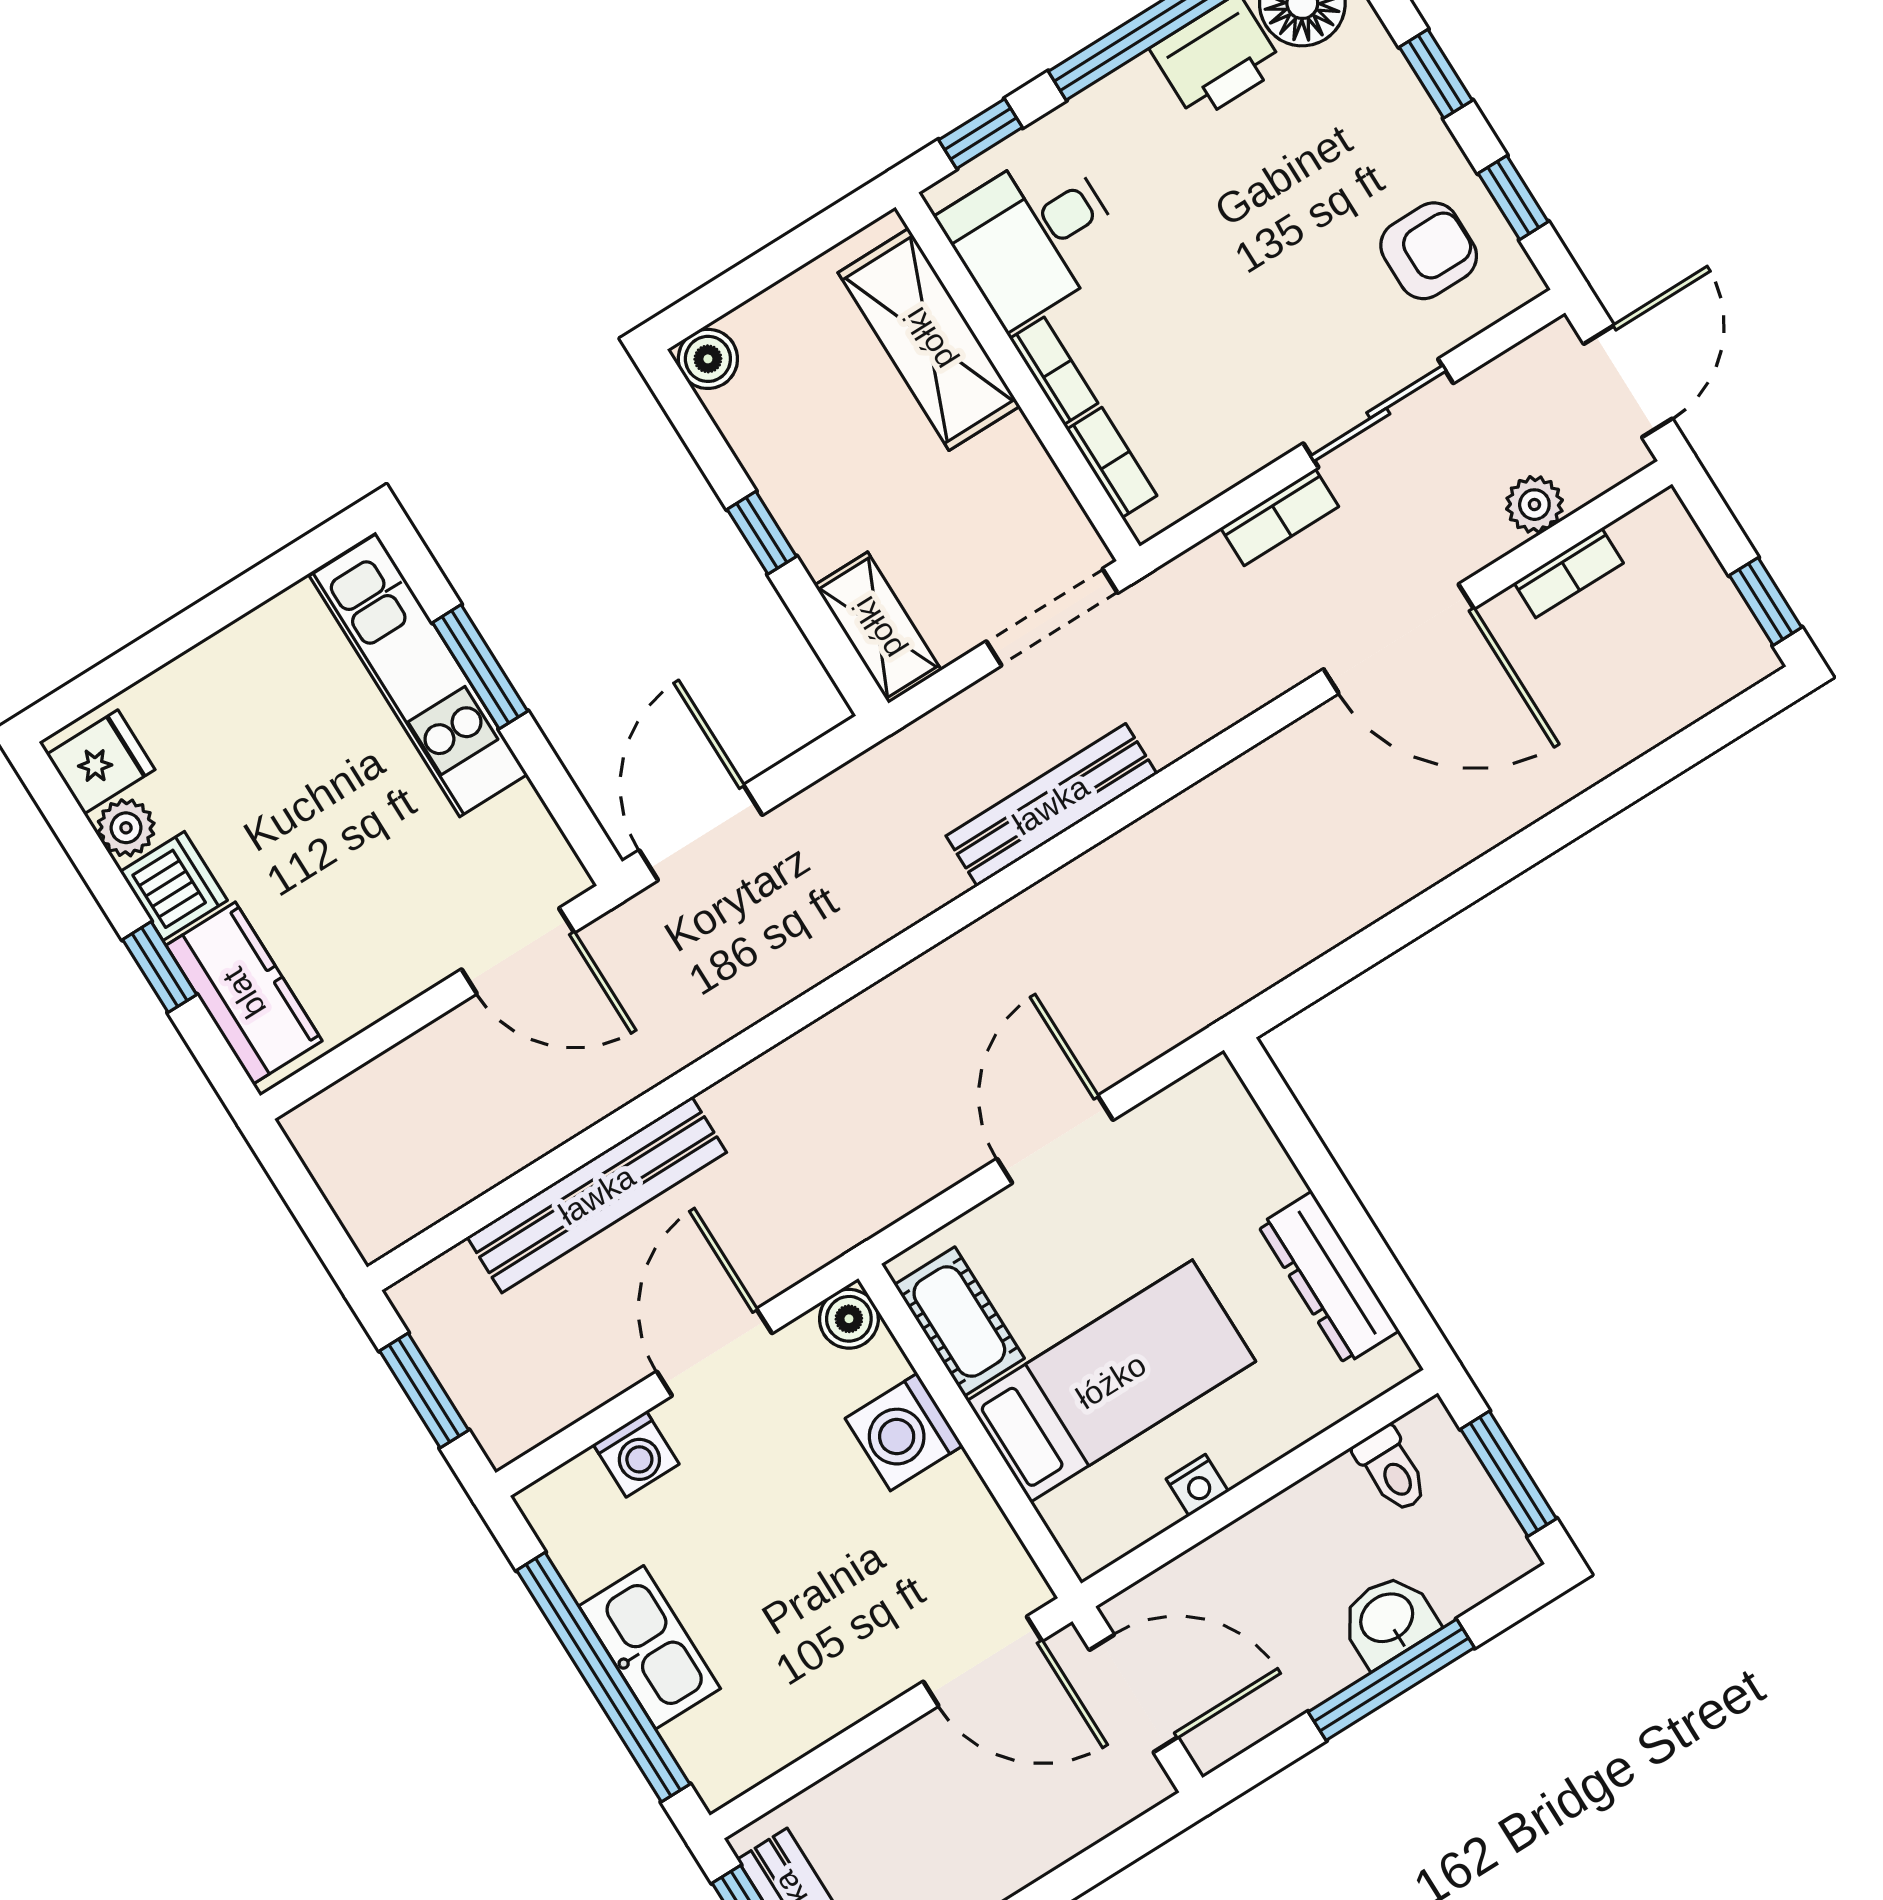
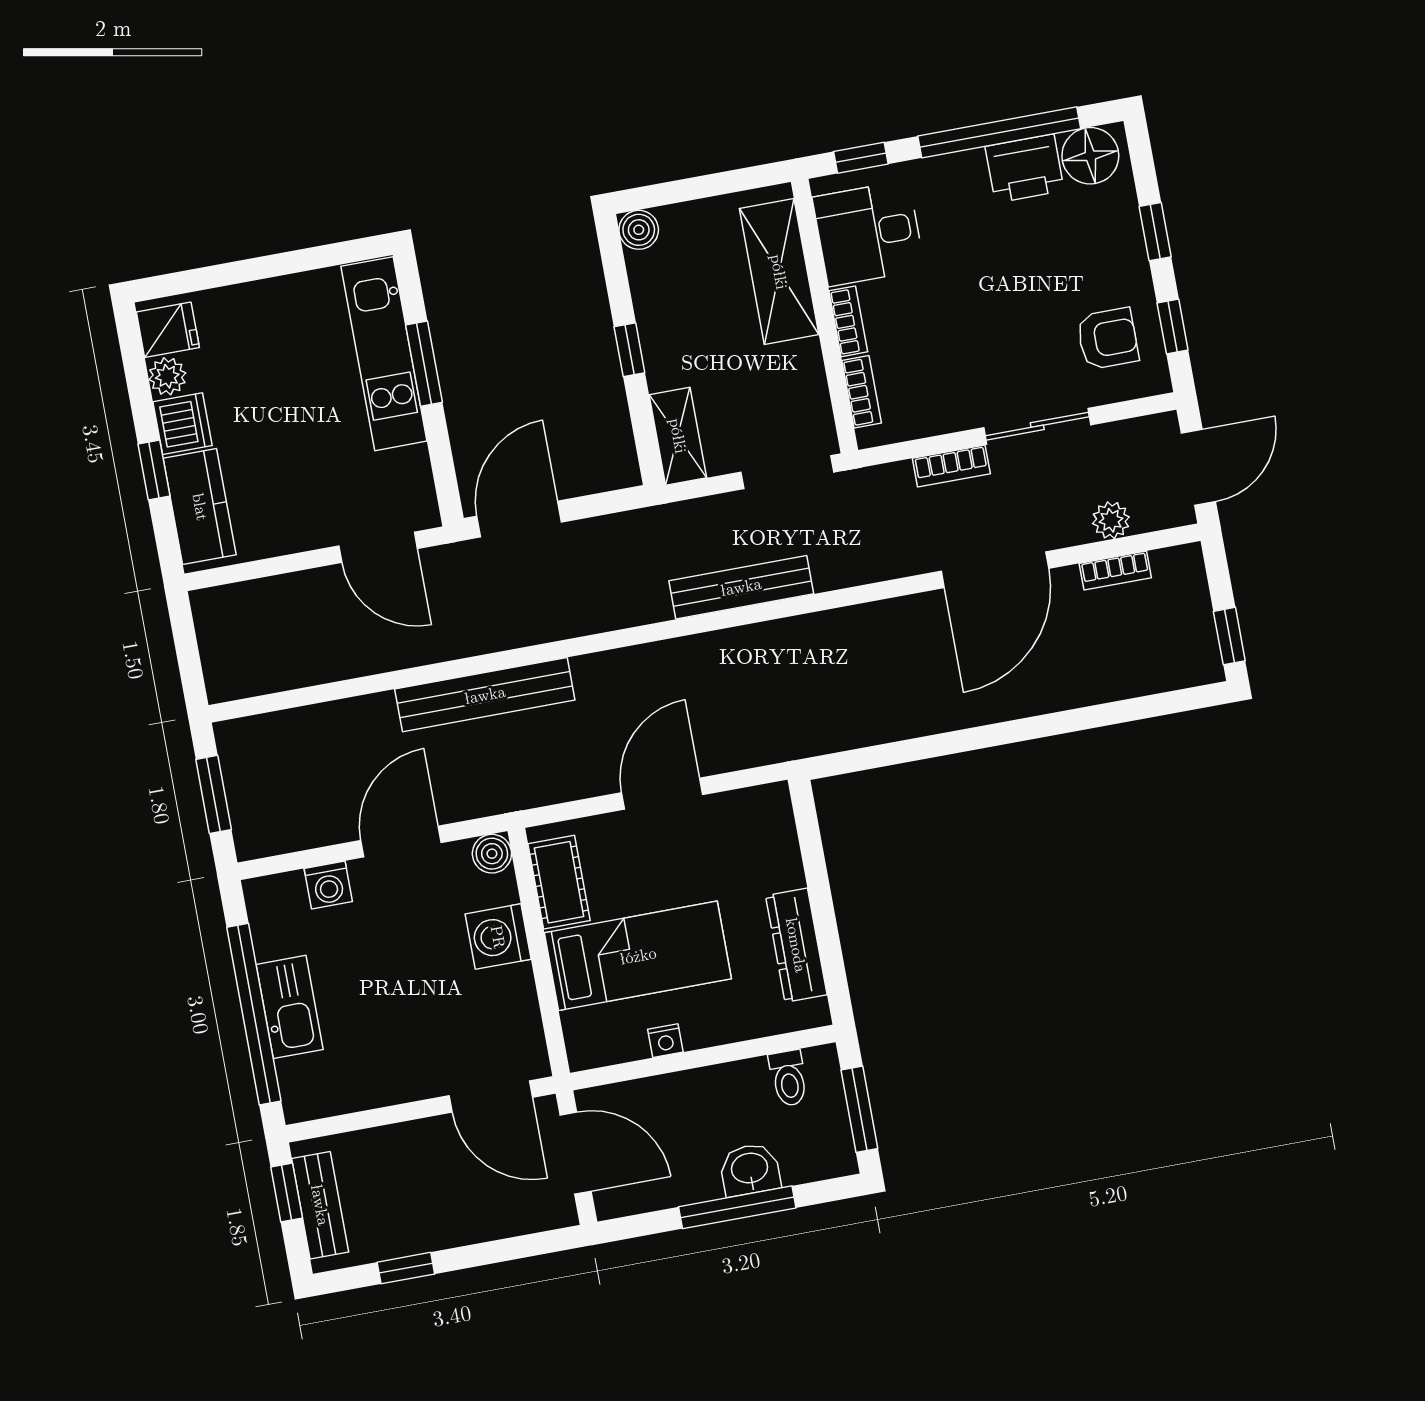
door: (1399, 639) -> (995, 570), hinge flipped
bench: (597, 1195) -> (485, 695), moved

